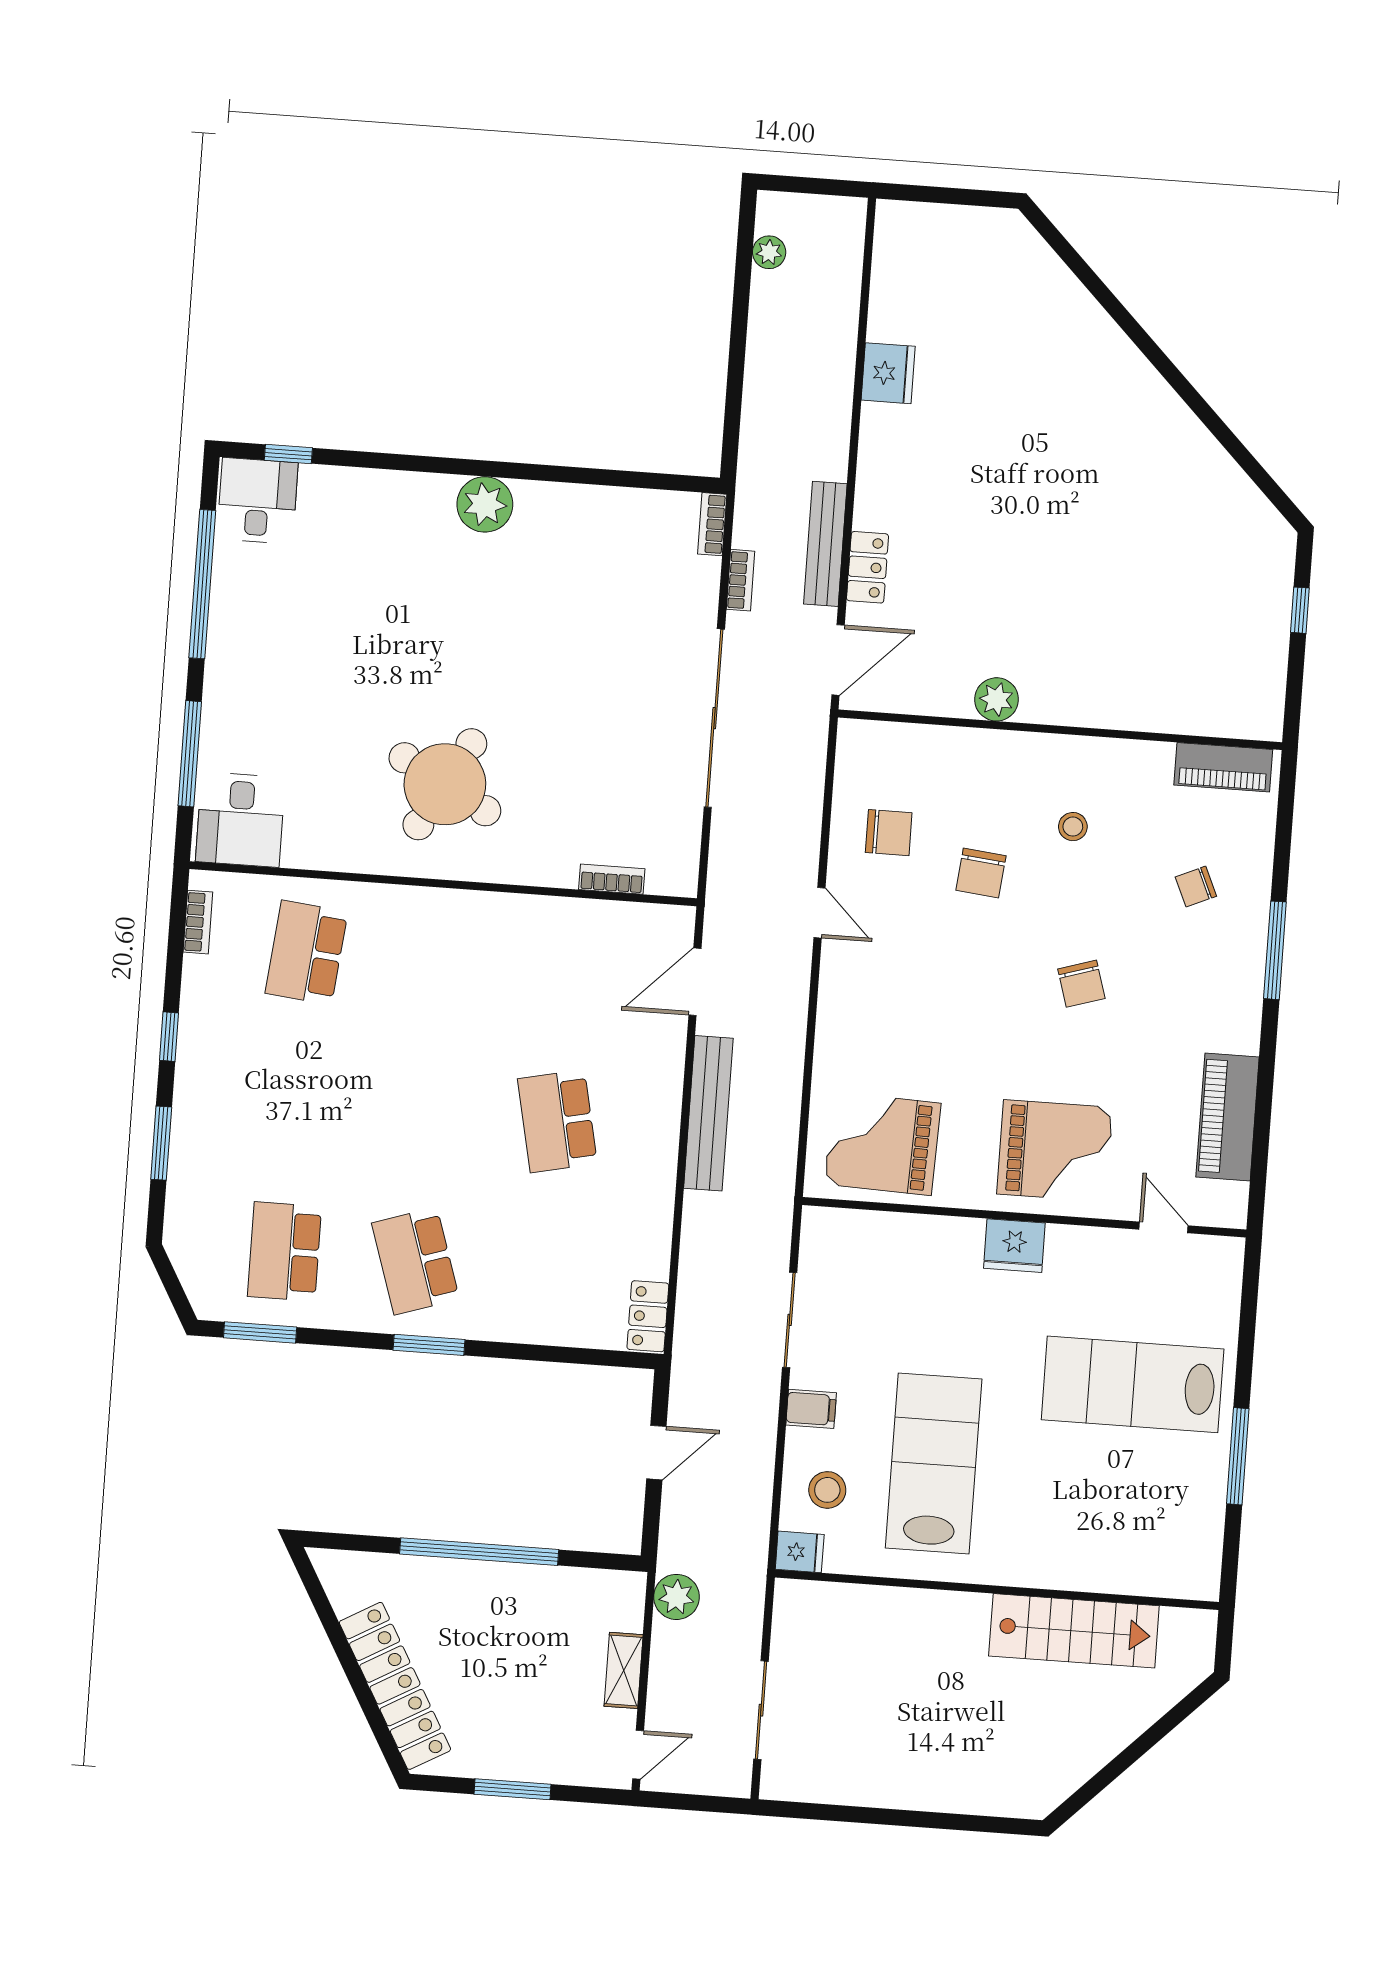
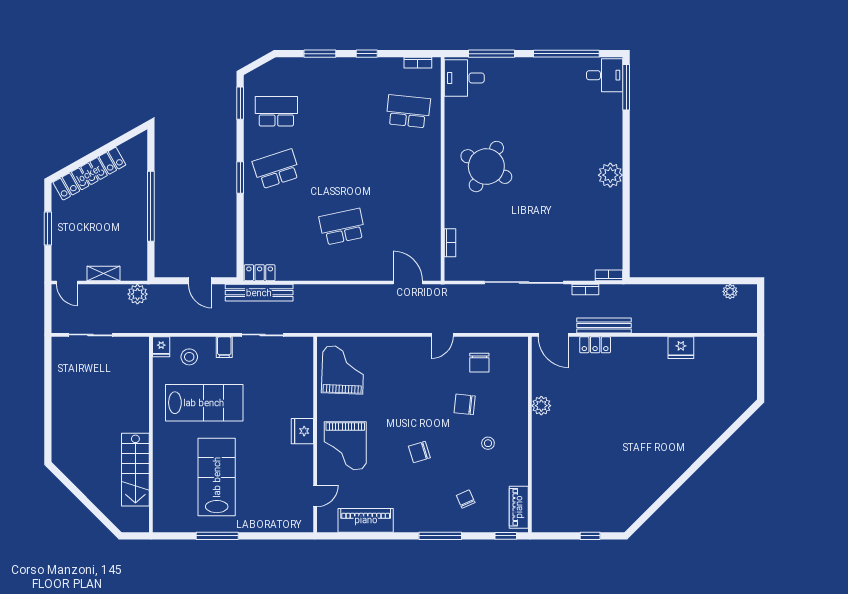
window: (288, 454) -> (626, 87), width x2.17
window: (1286, 802) -> (506, 536), added
bench: (708, 1113) -> (259, 293), moved
lab bench: (1133, 1384) -> (217, 477), moved

